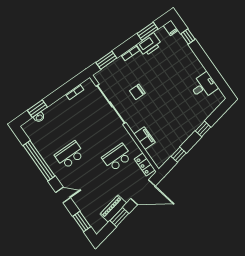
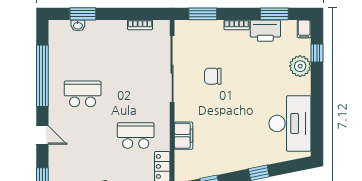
plant: (184, 51) -> (300, 66), added
desk: (204, 86) -> (290, 123), width x1.87, depth x1.30

